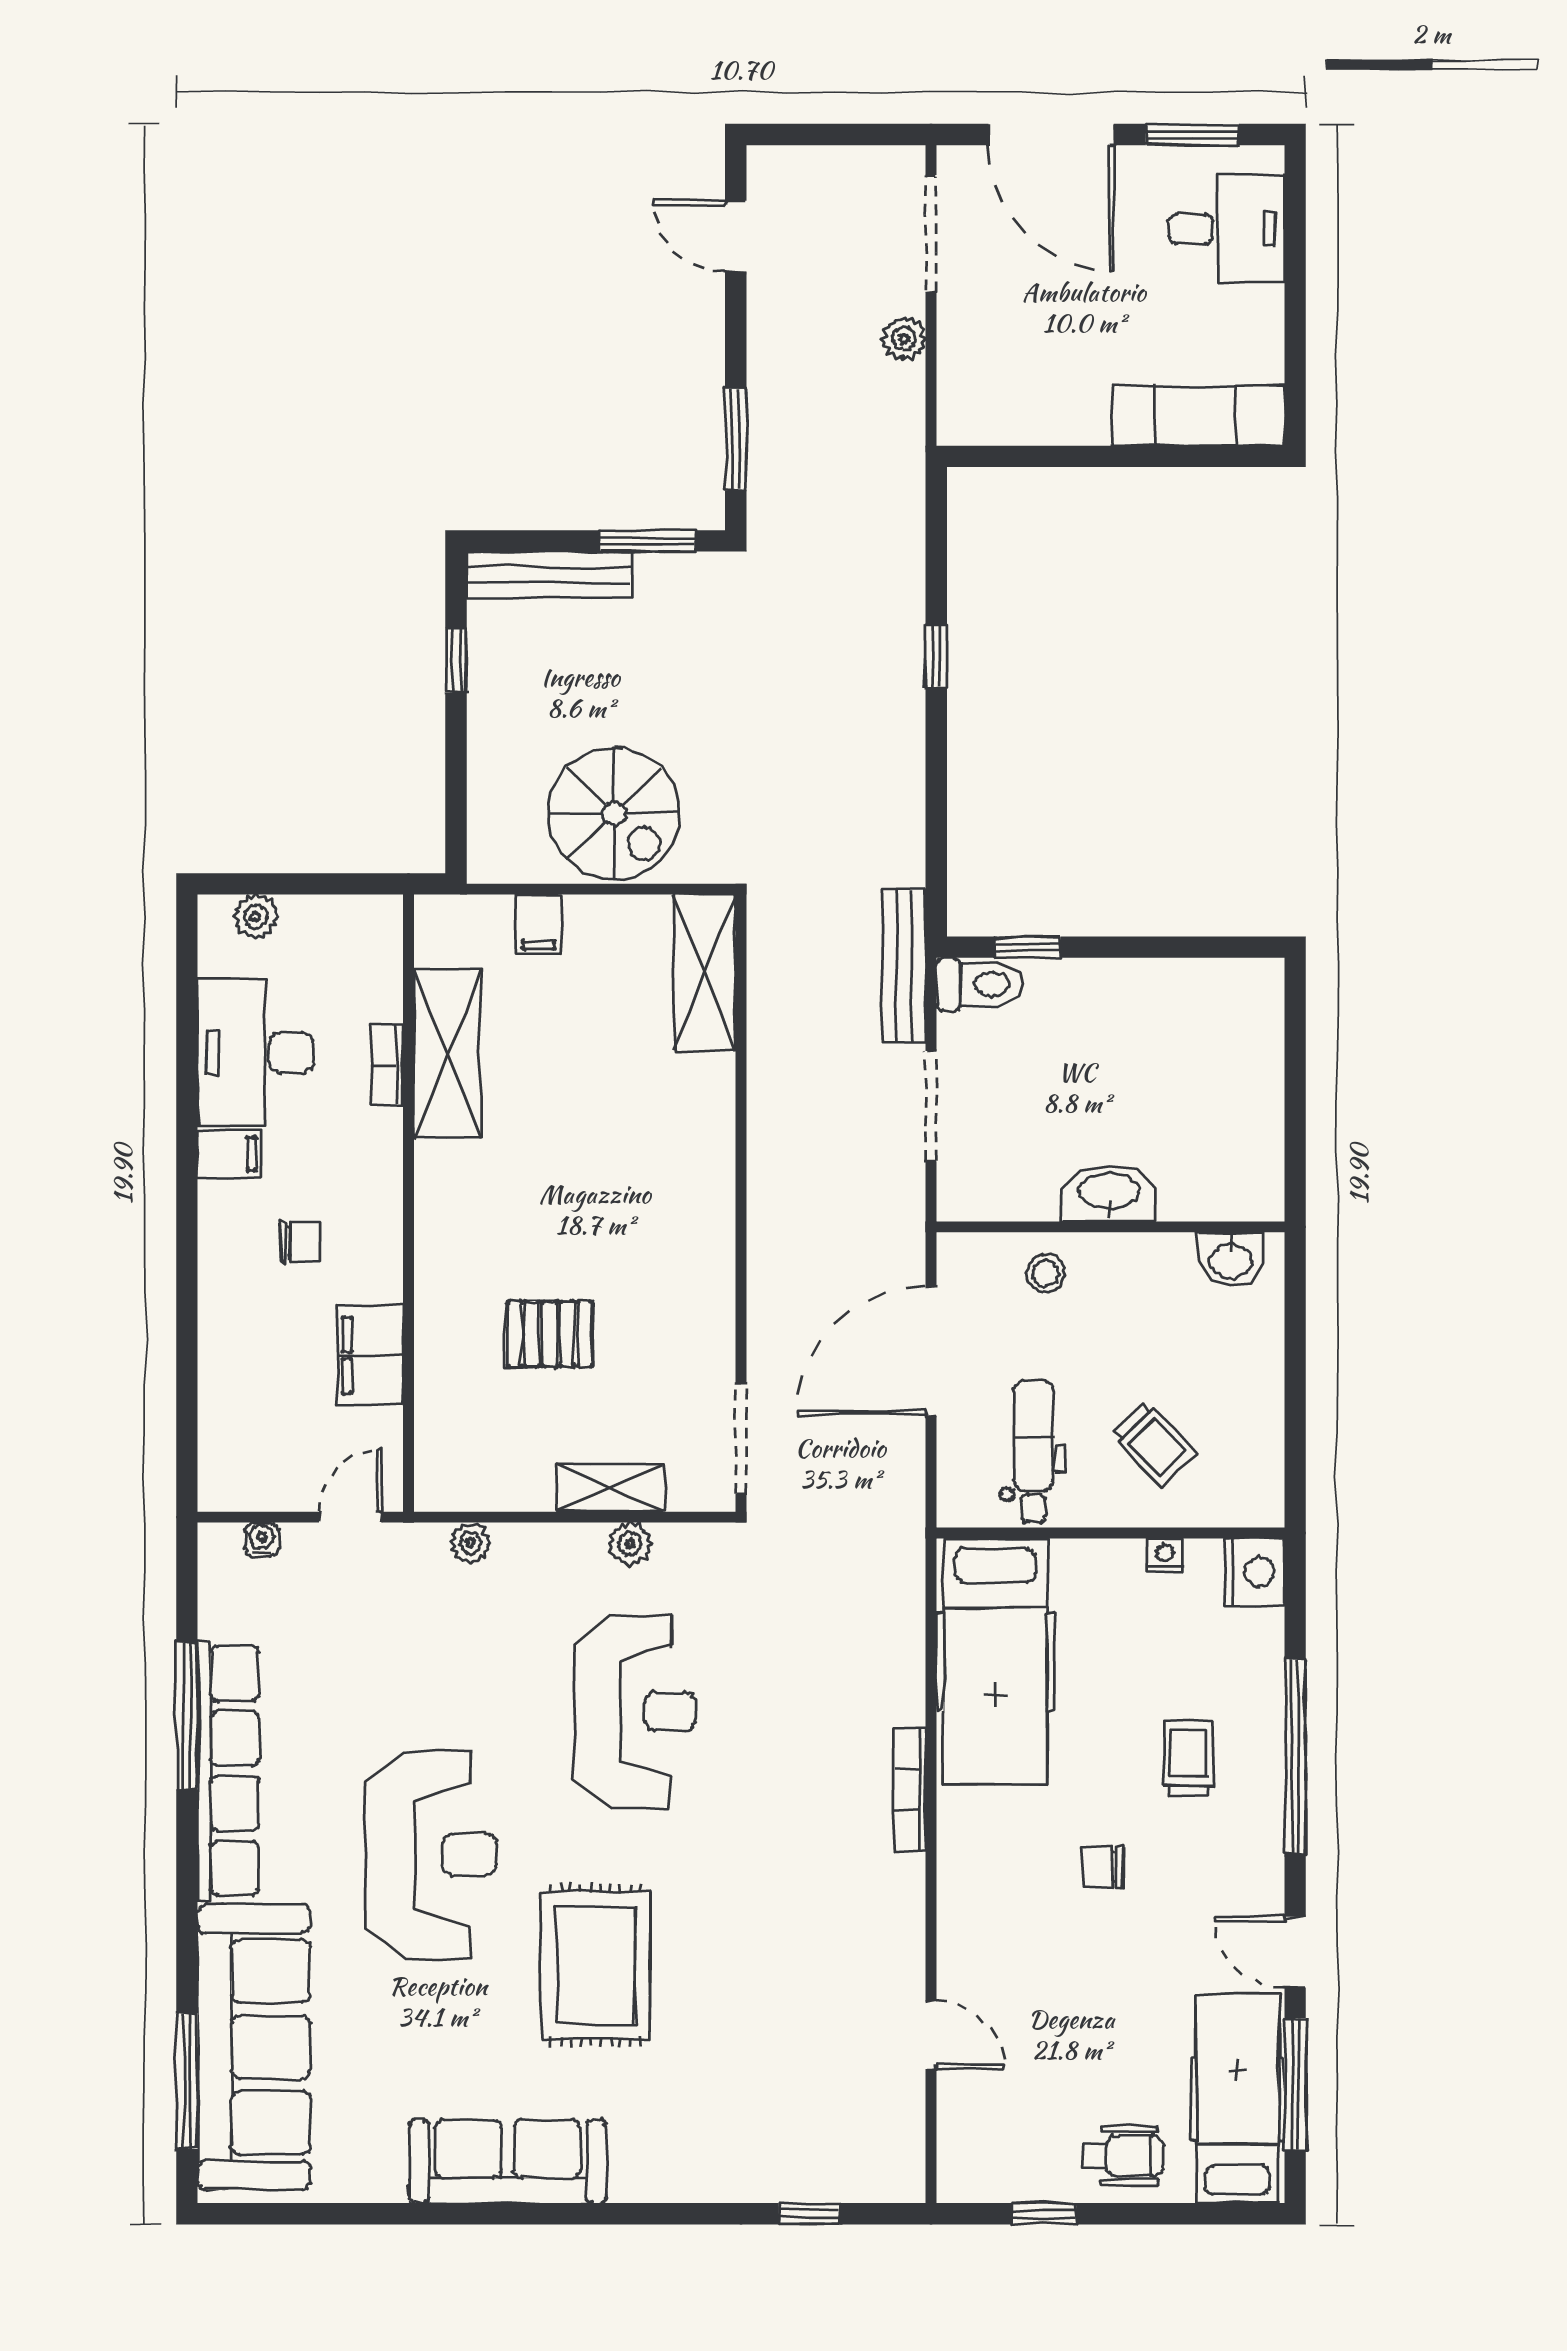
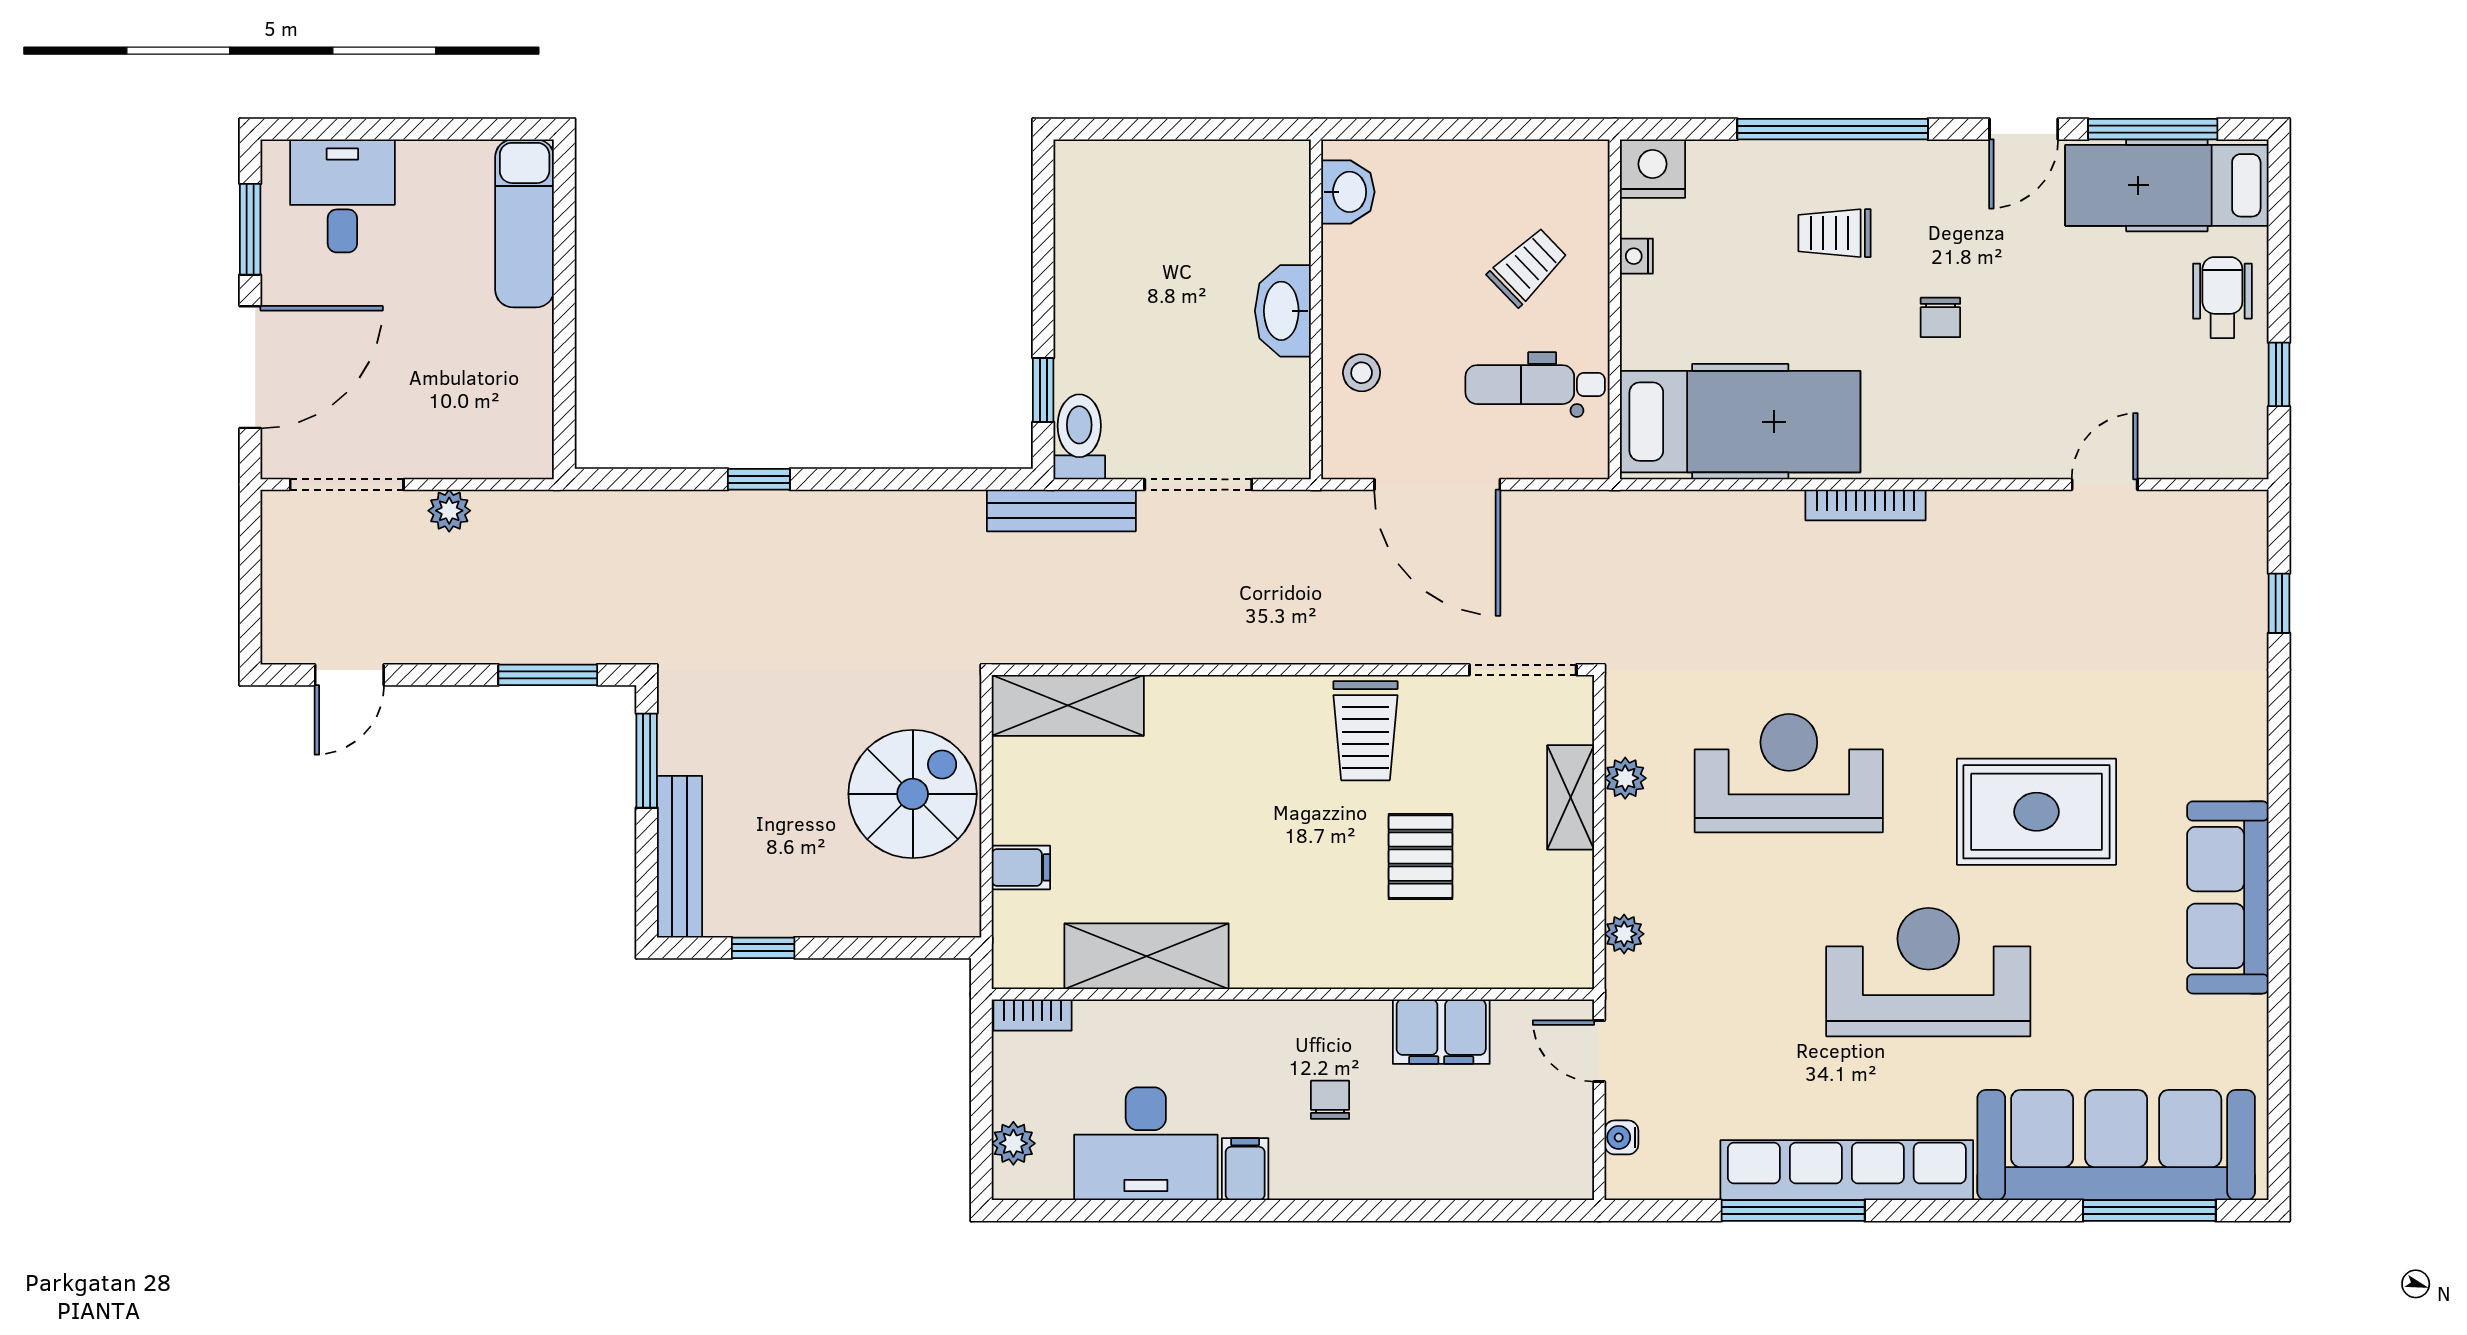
bookcase: (387, 1065) -> (1033, 1015), moved
trolley: (679, 1278) -> (1365, 731), added

